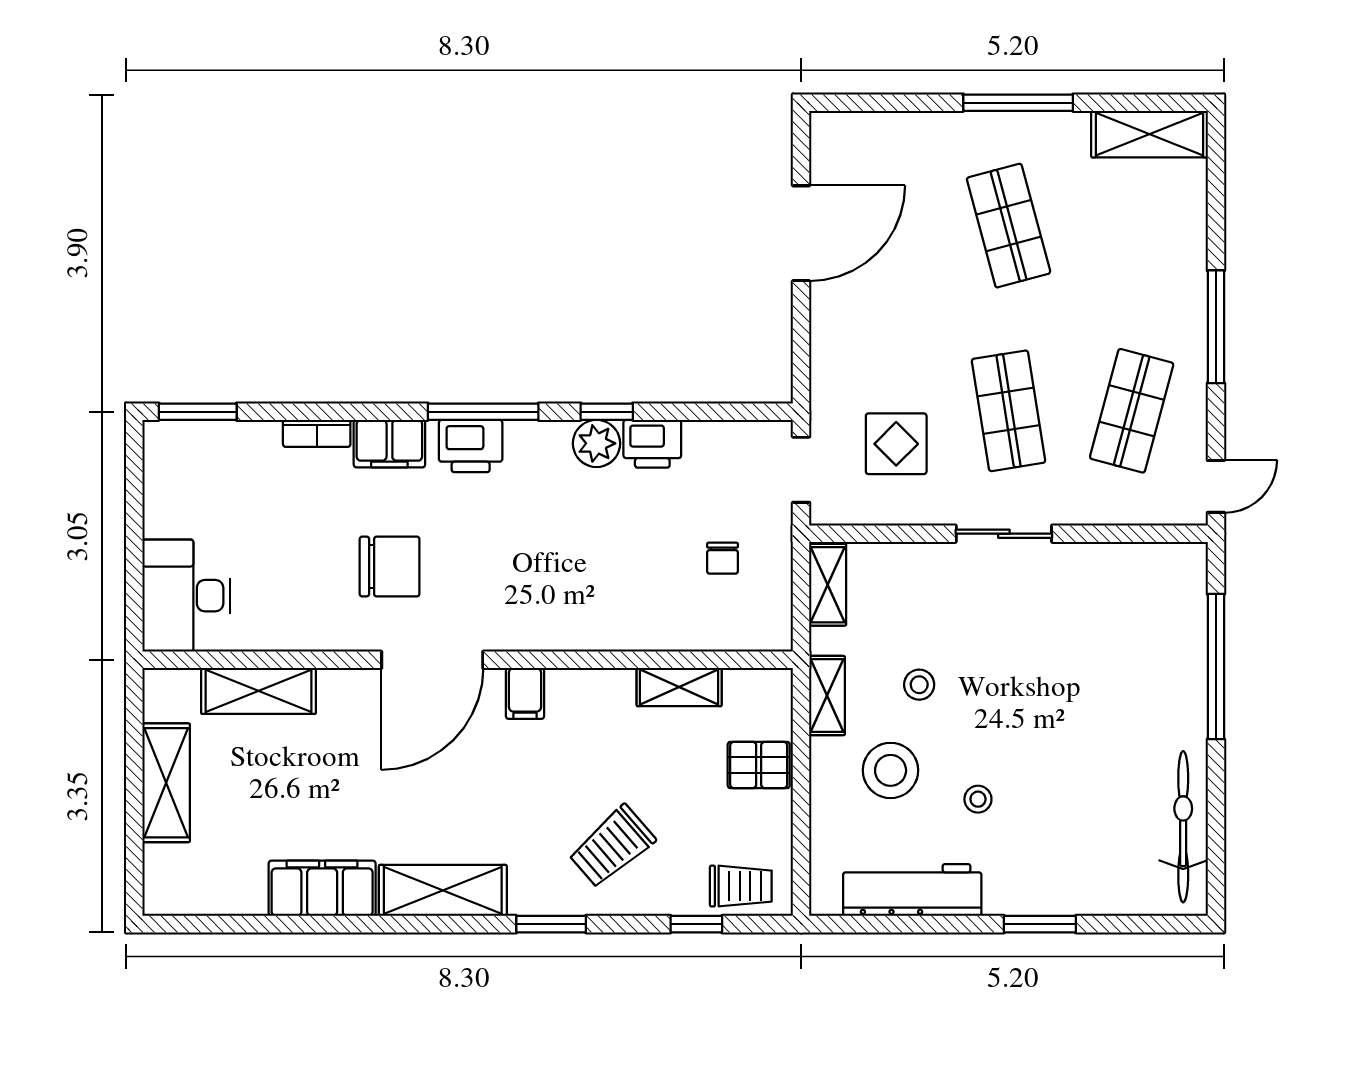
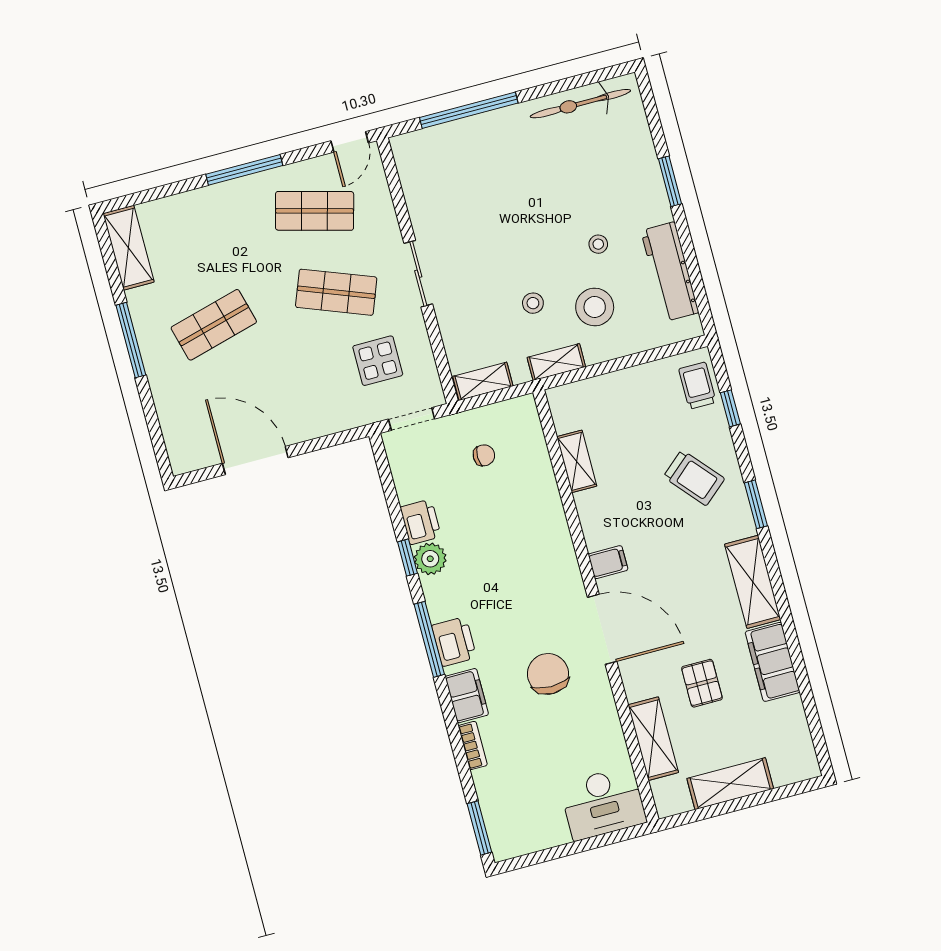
shop shelf: (1009, 411) -> (336, 292), turned 30
door: (1216, 486) -> (350, 142), swing flipped
pallet: (759, 765) -> (702, 683), moved

